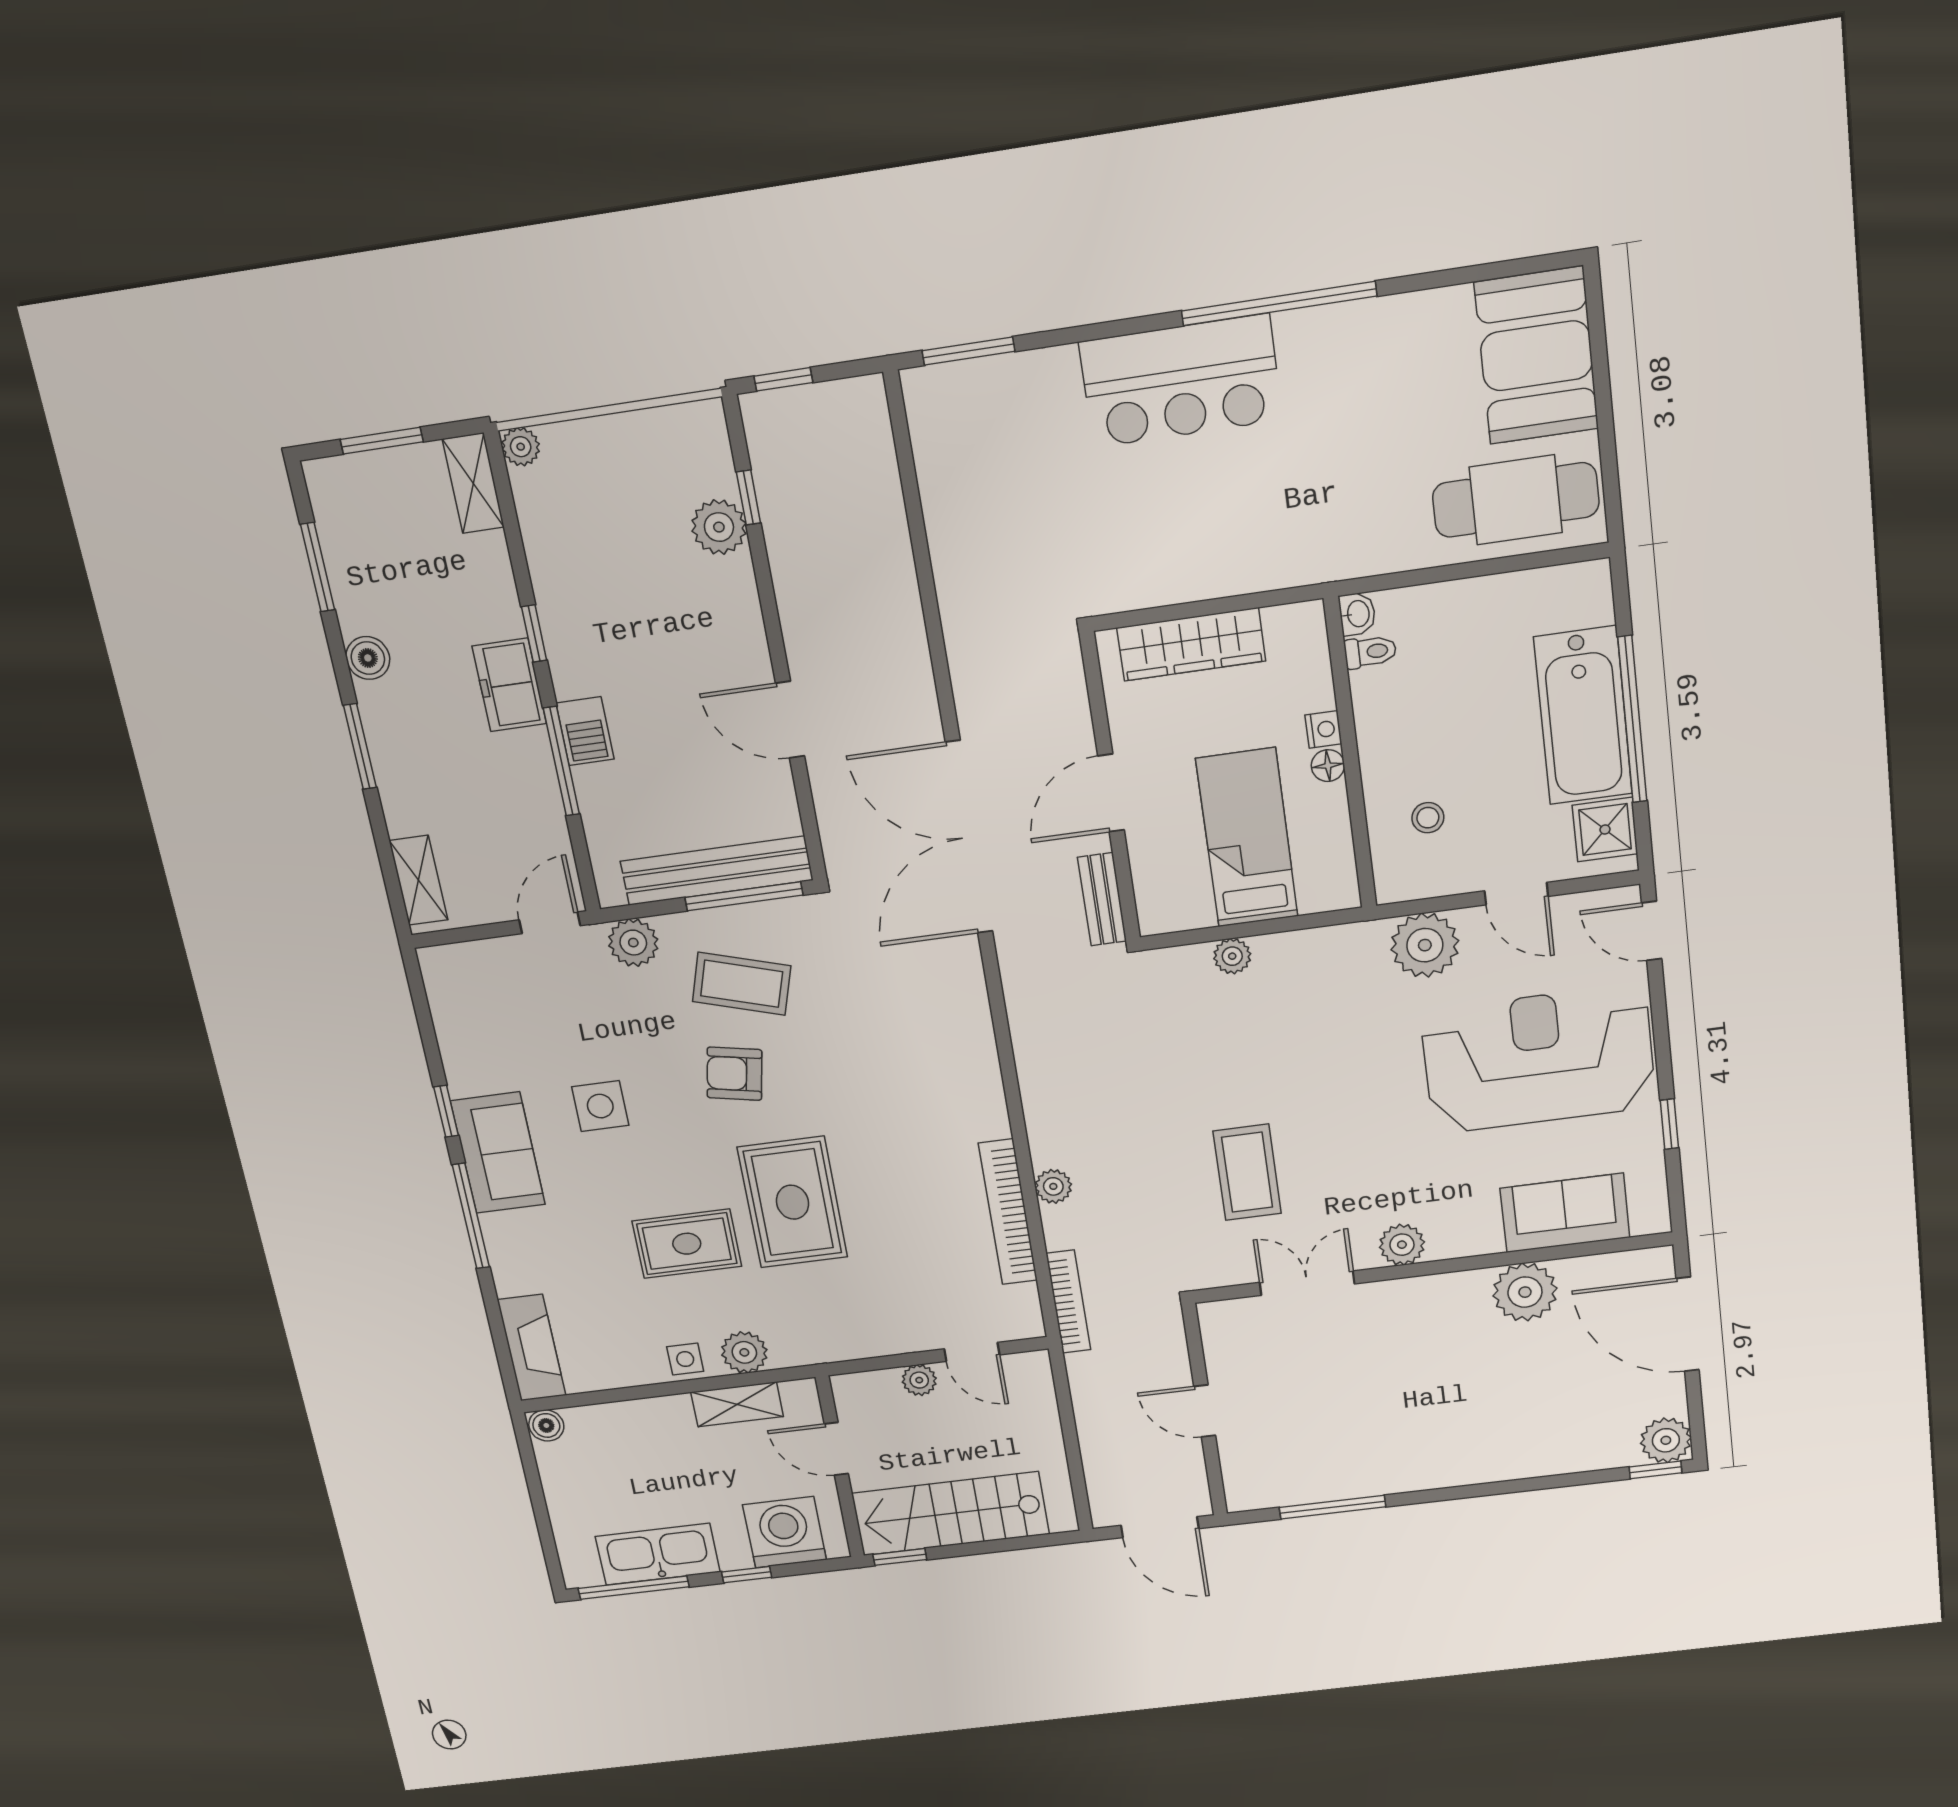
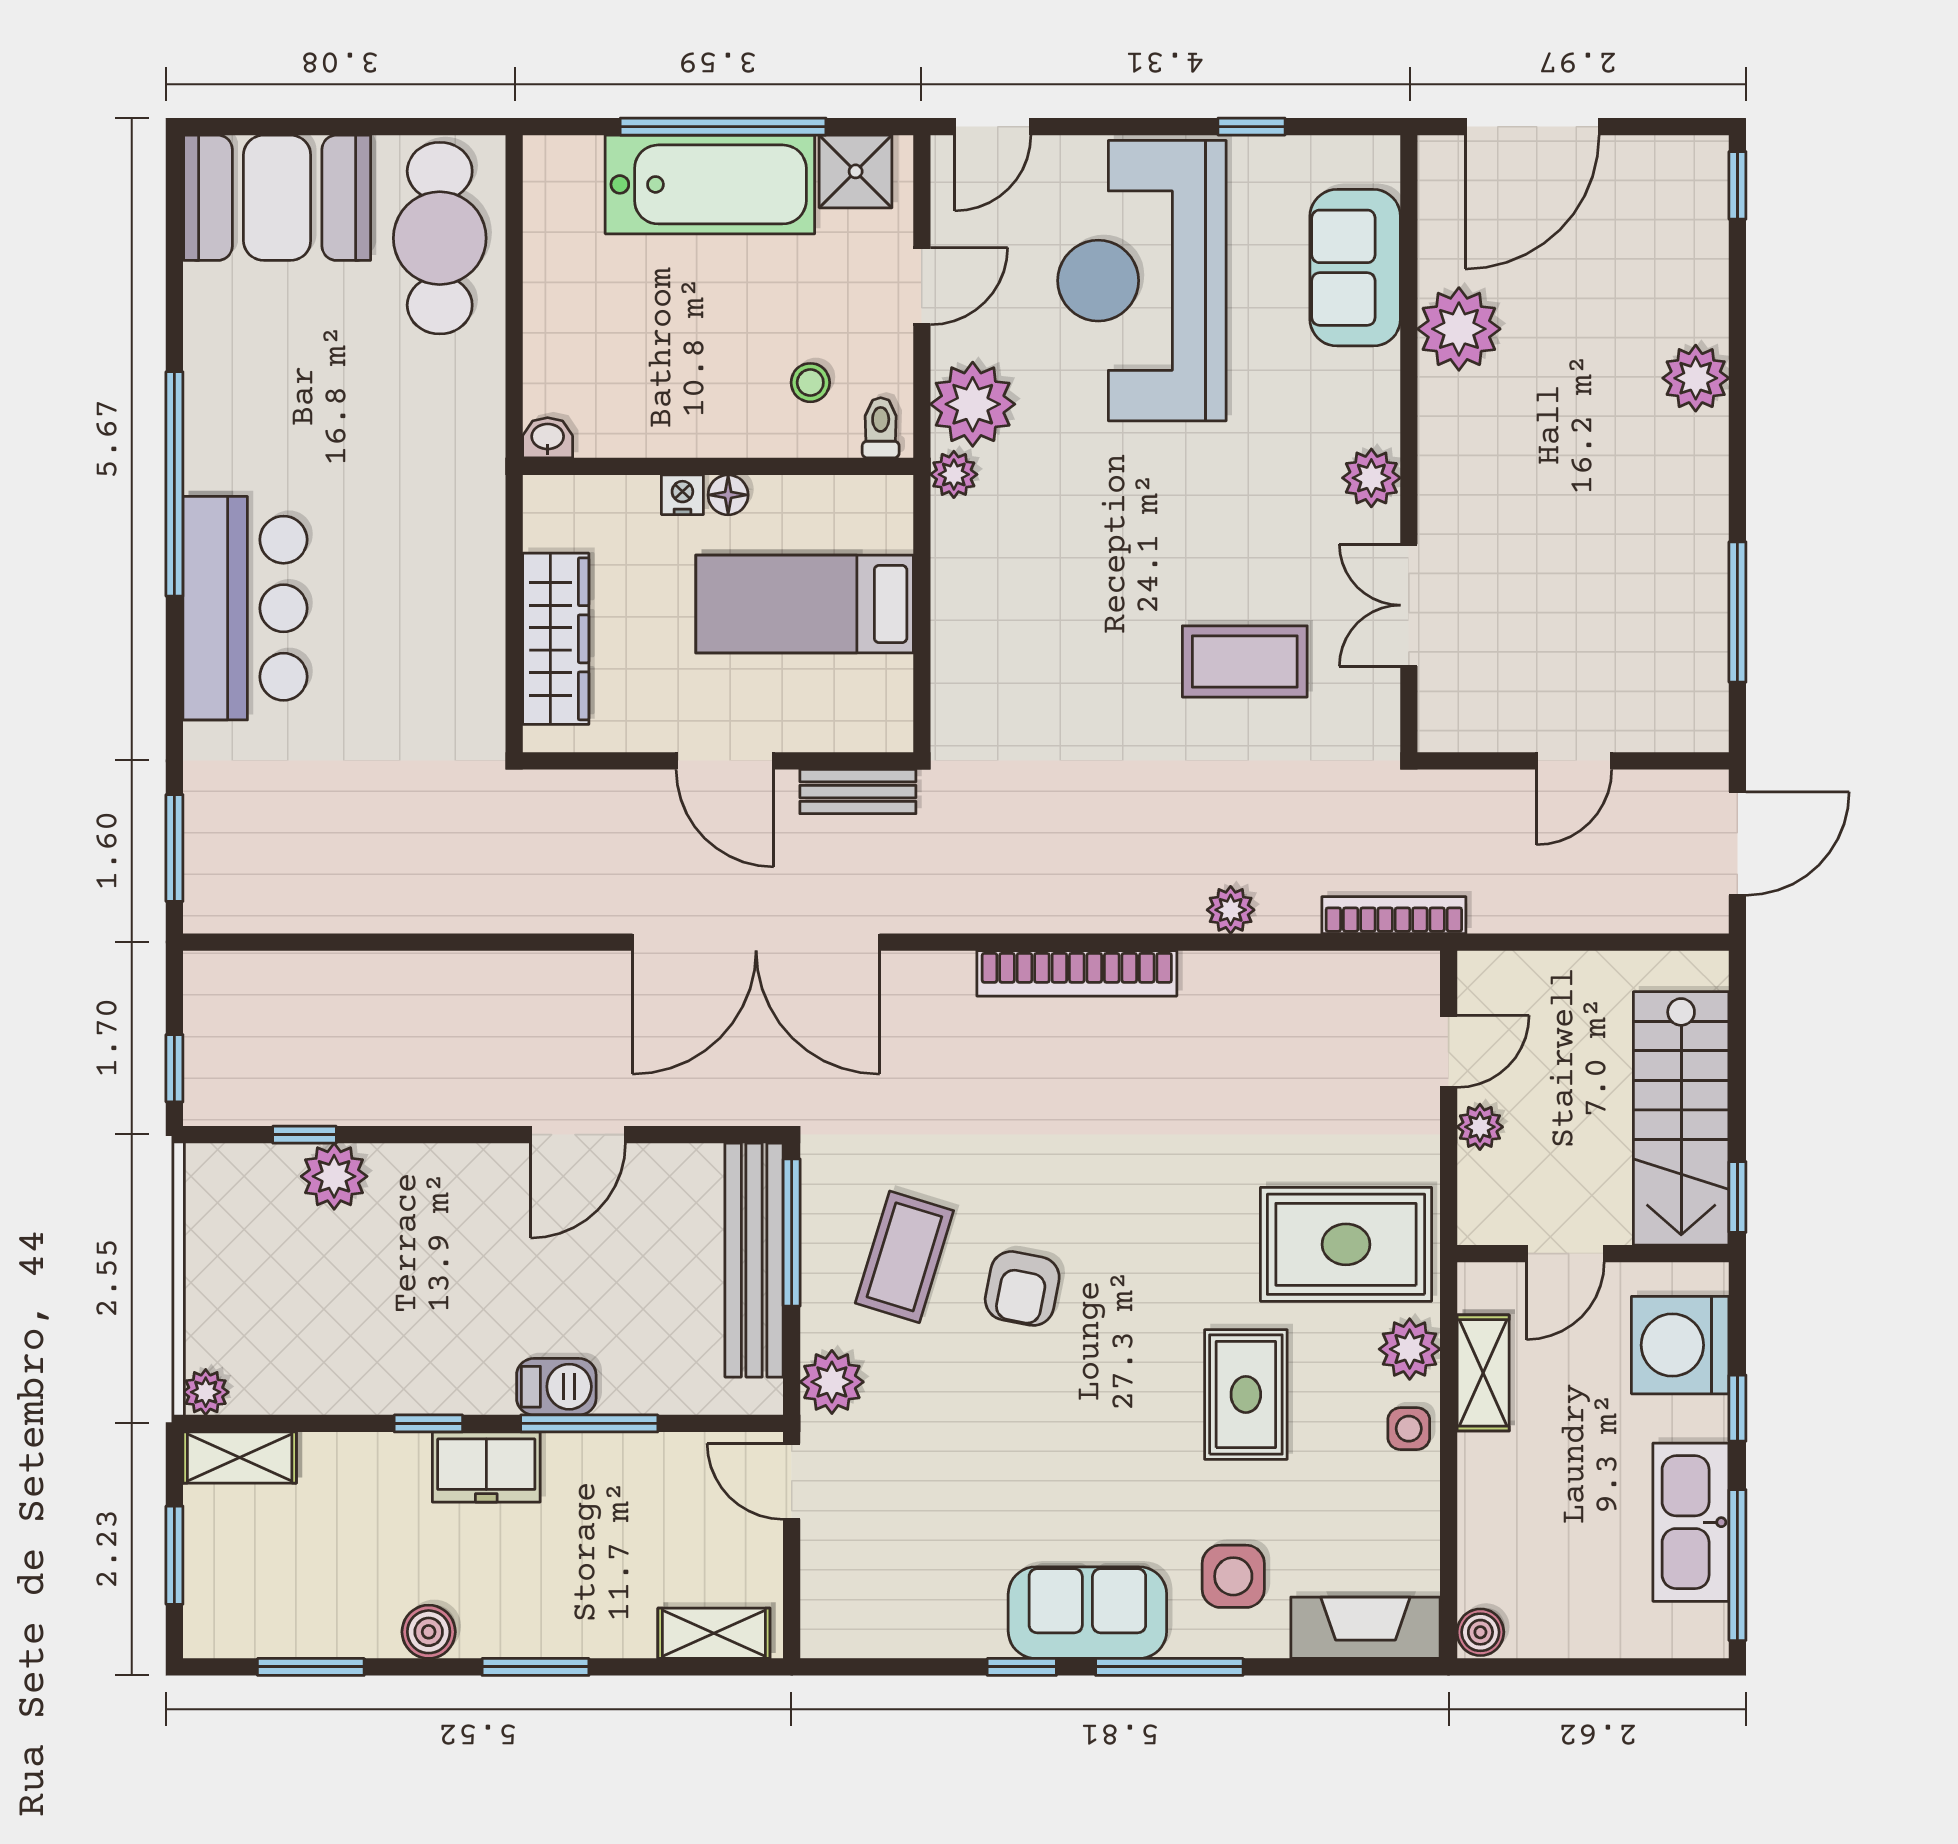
toilet: (1370, 652) -> (881, 428), moved
plant: (1232, 956) -> (954, 474), moved
side table: (600, 1106) -> (1233, 1576), moved
rug: (792, 1202) -> (1346, 1244), moved
bookcase: (1008, 1212) -> (1077, 973), moved
plant: (1666, 1440) -> (1696, 378), moved

